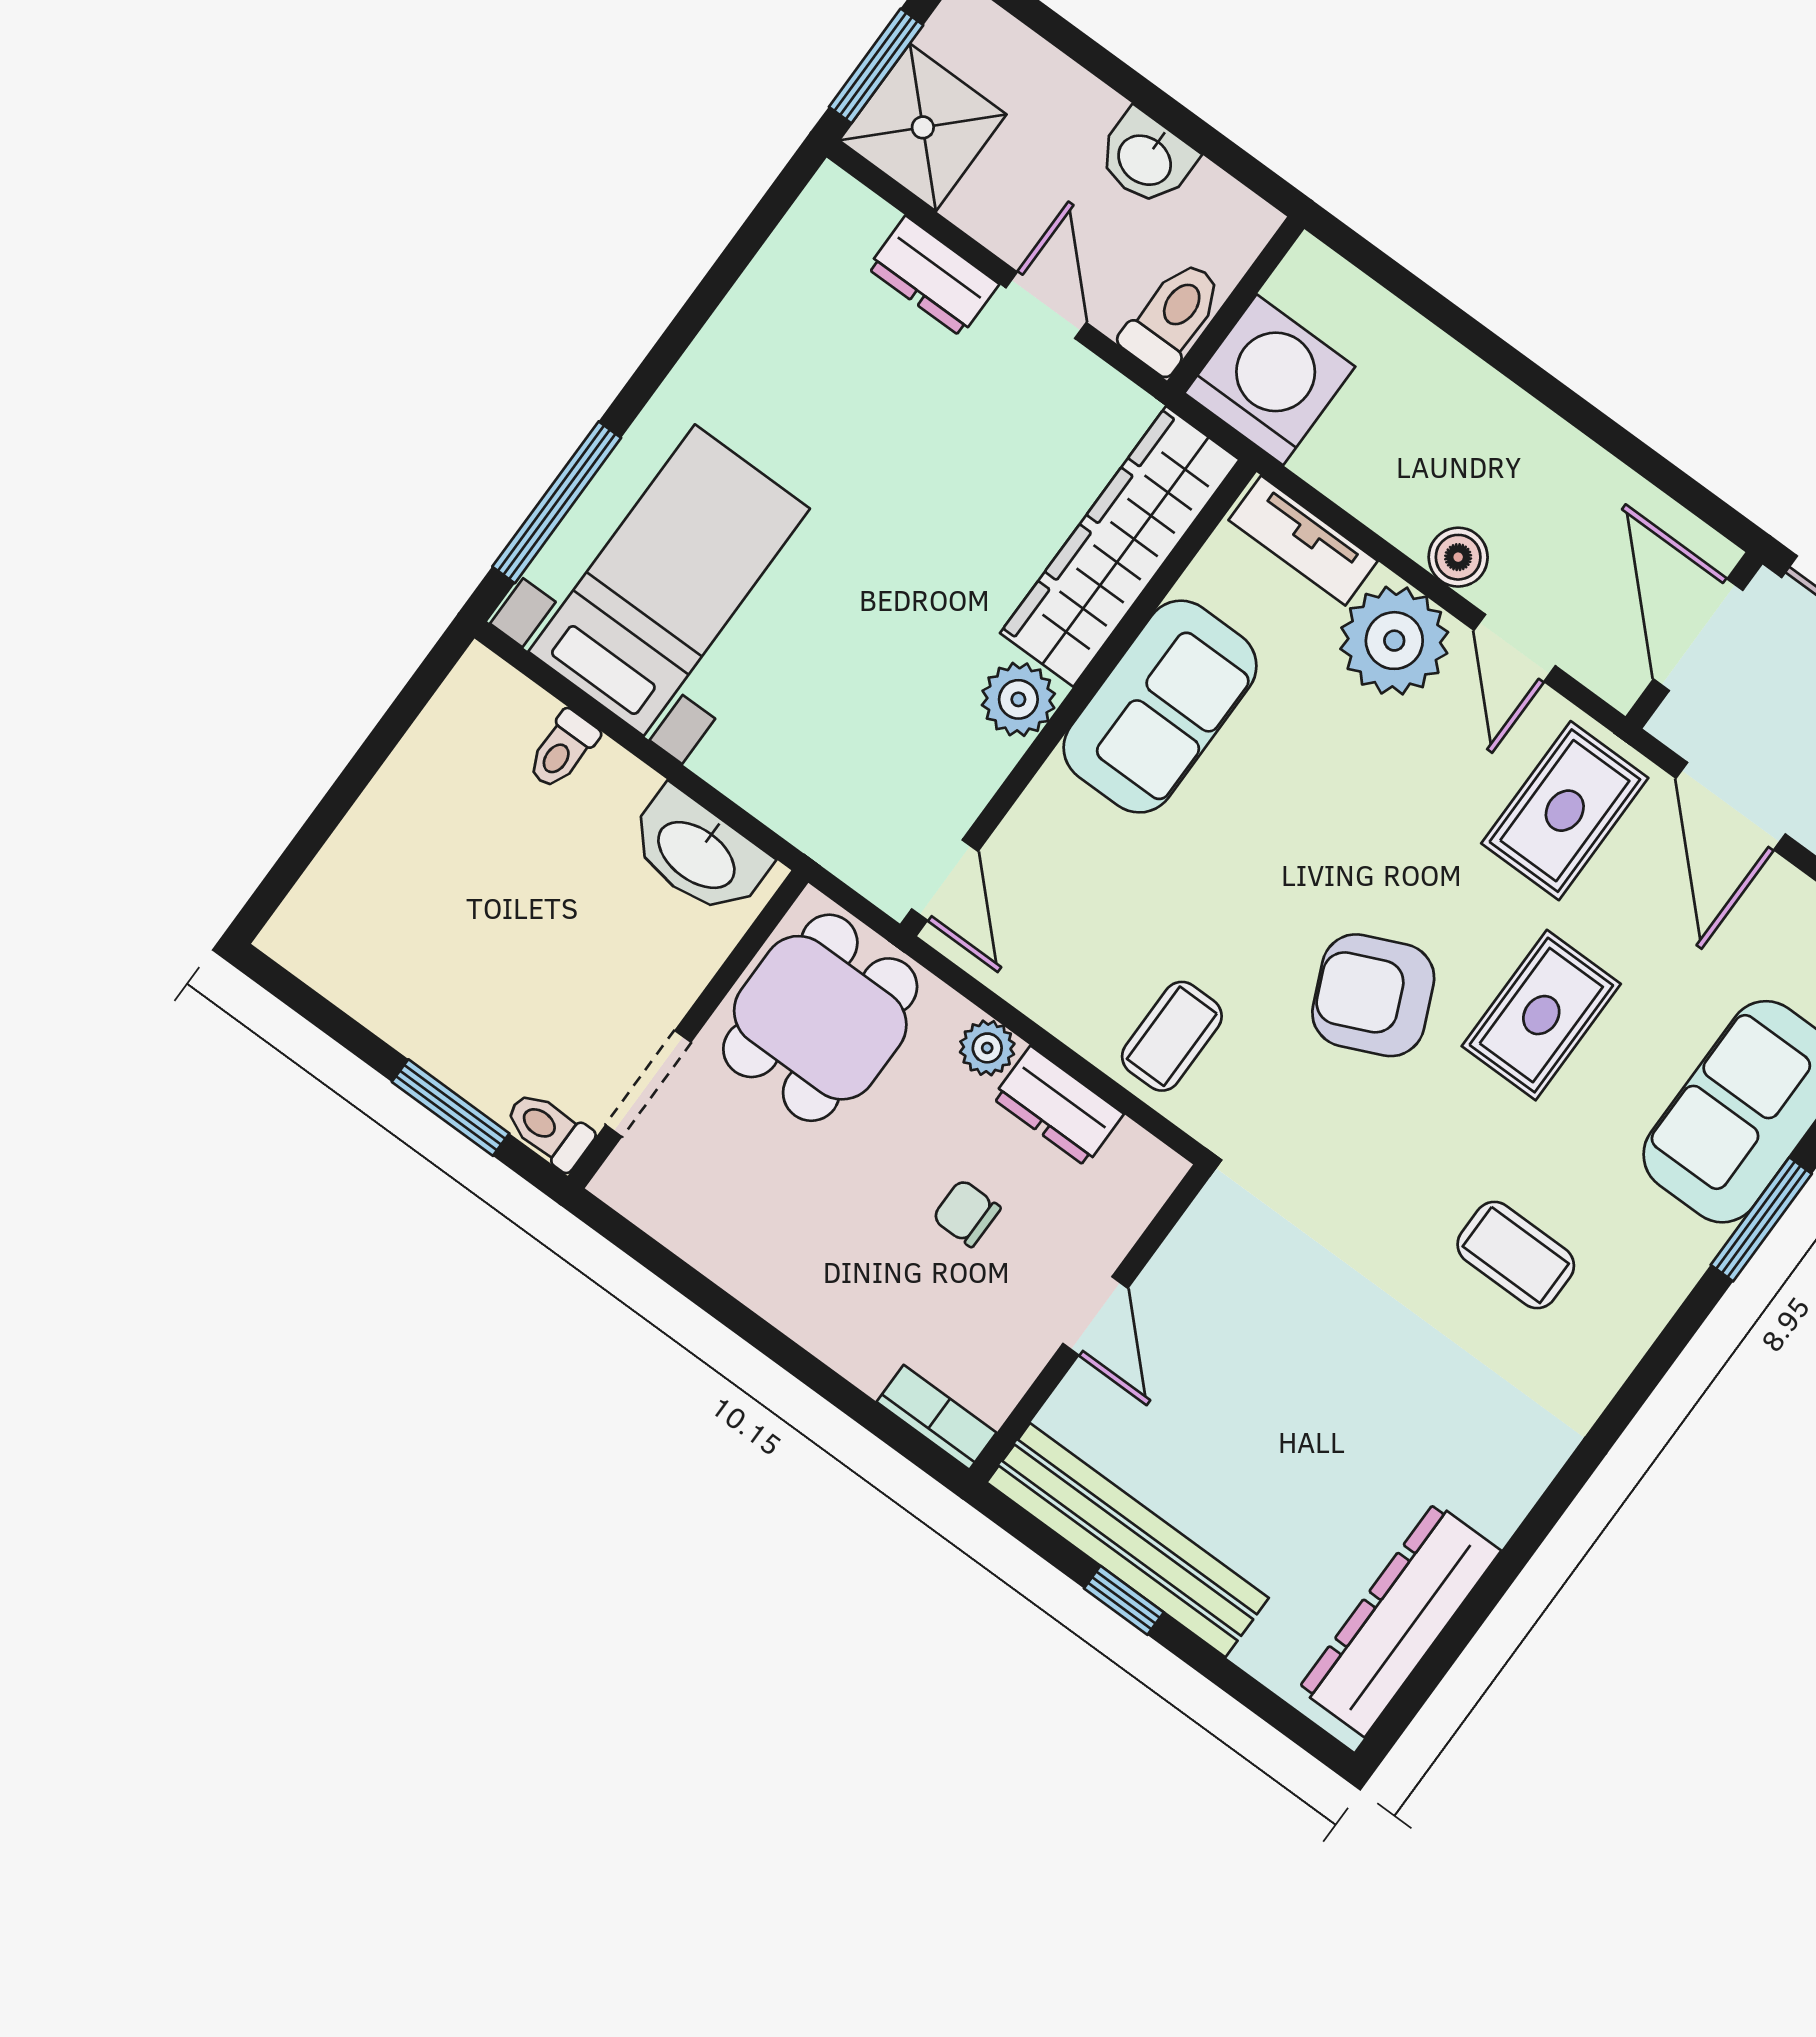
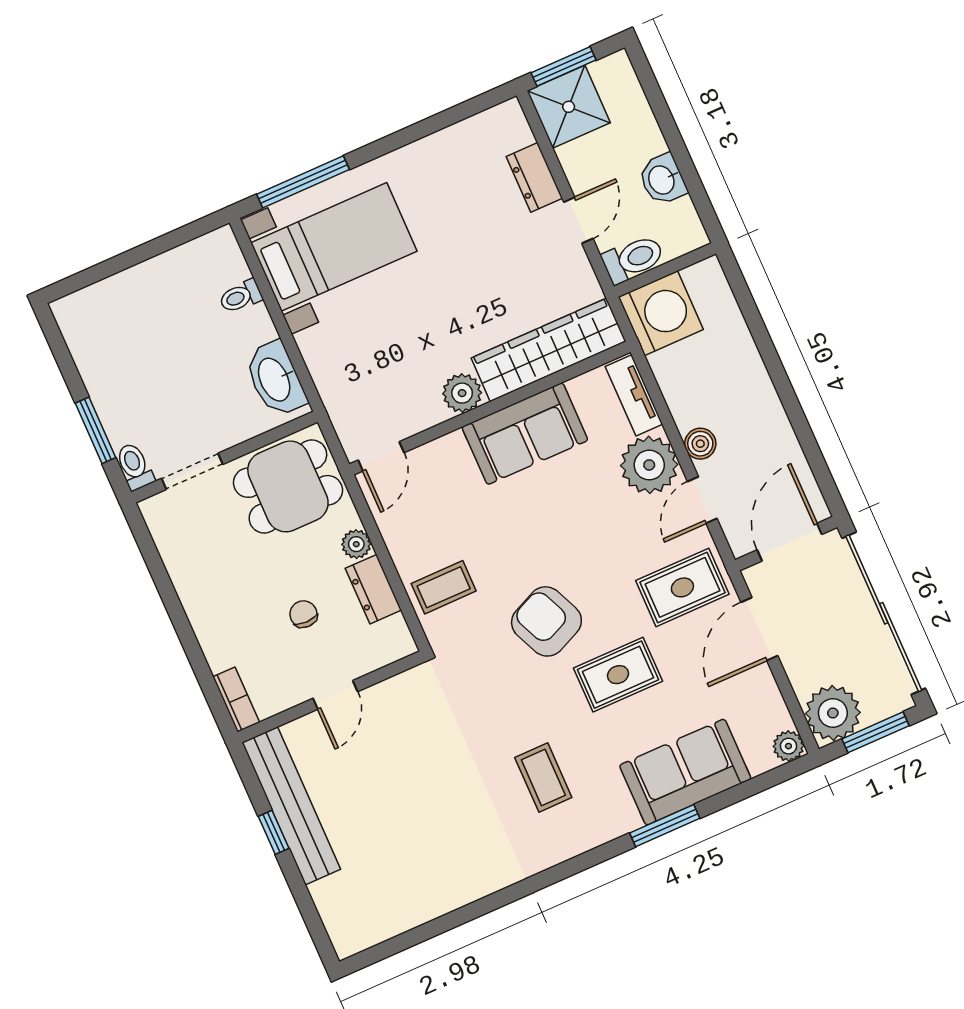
dresser: (1400, 1620) -> (394, 914), removed

